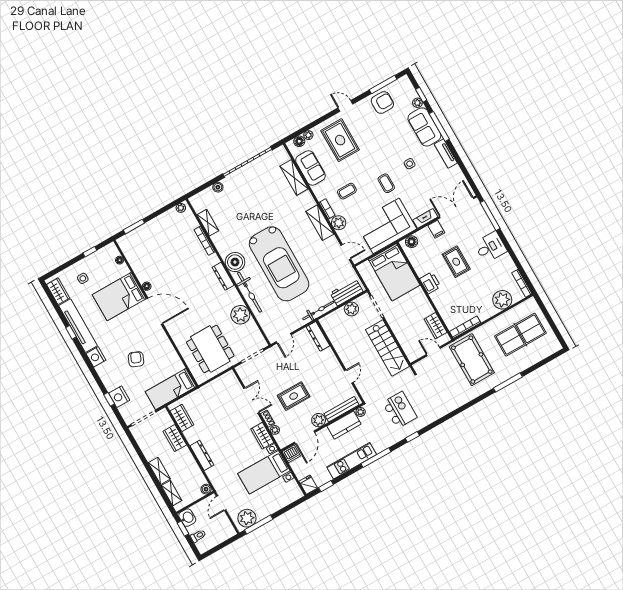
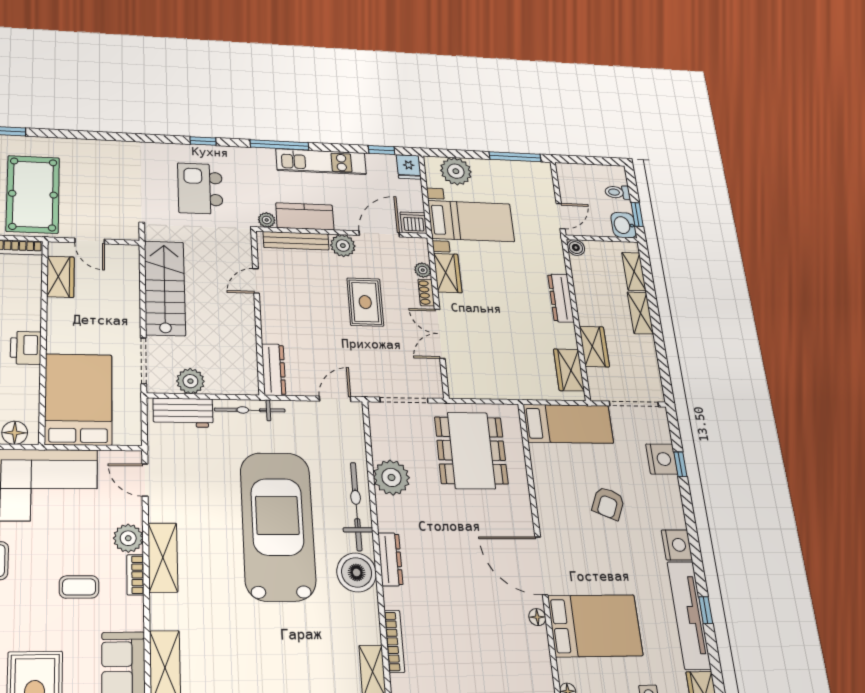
rug: (294, 396) -> (365, 302), turned 90
plant: (247, 518) -> (456, 171), moved

